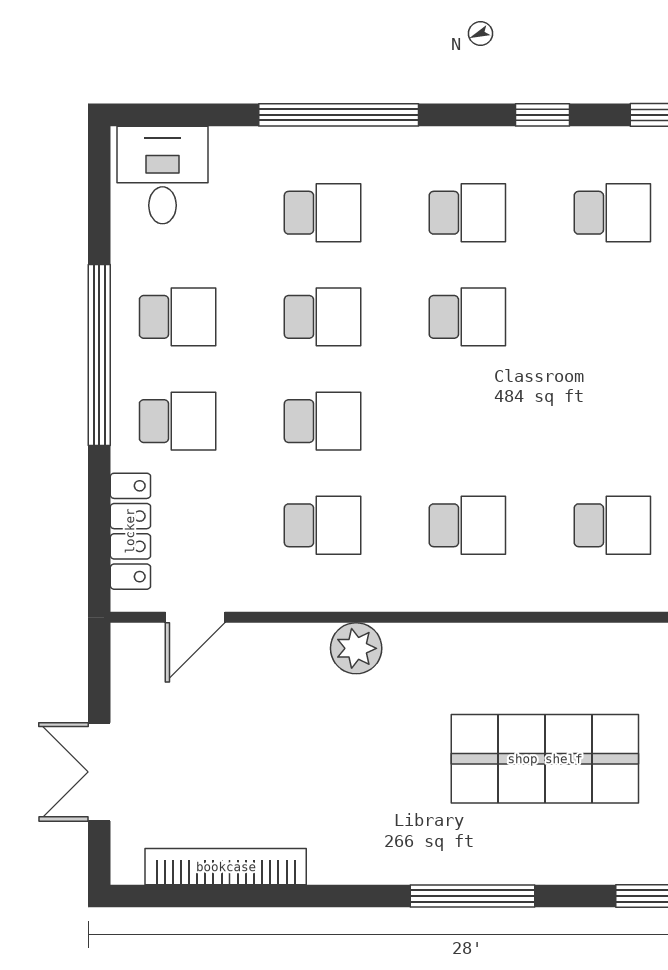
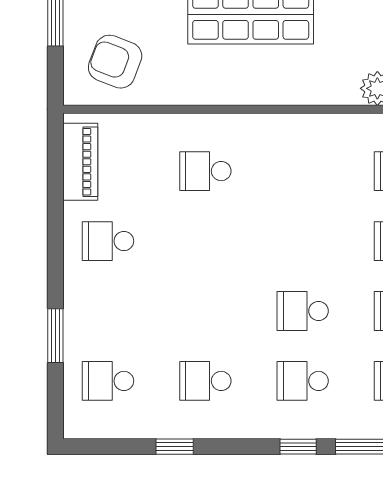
window: (543, 115) -> (298, 447), moved
school desk: (467, 525) -> (303, 171), removed

